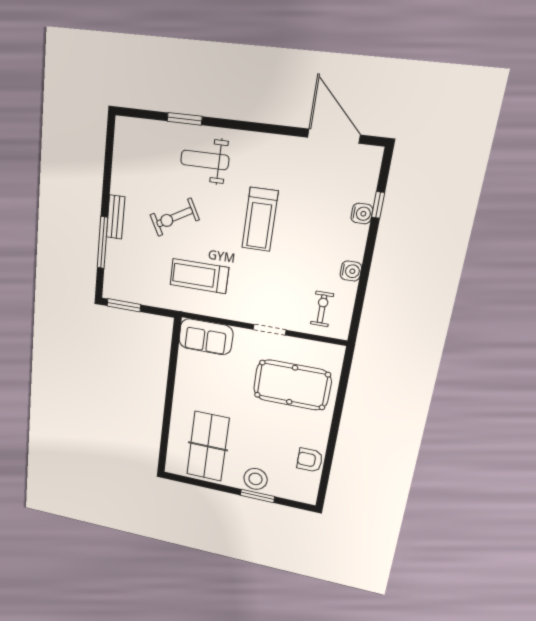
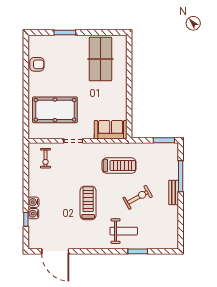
water cooler: (351, 271) -> (34, 202), moved
stool: (256, 479) -> (68, 44), removed

